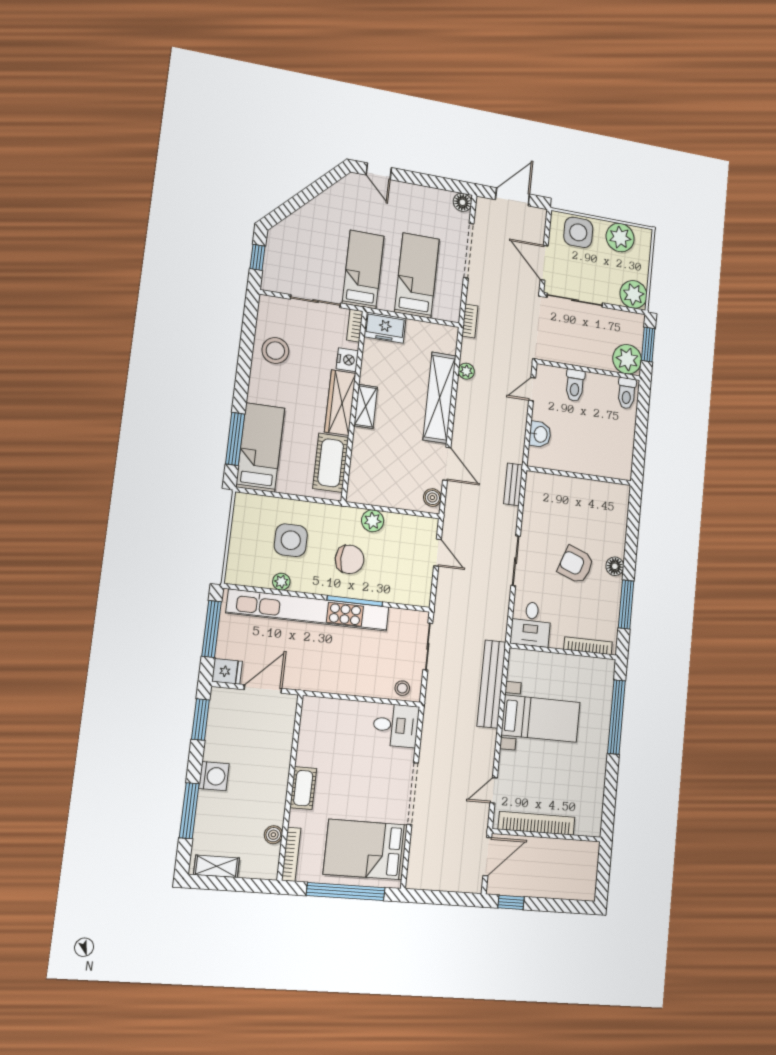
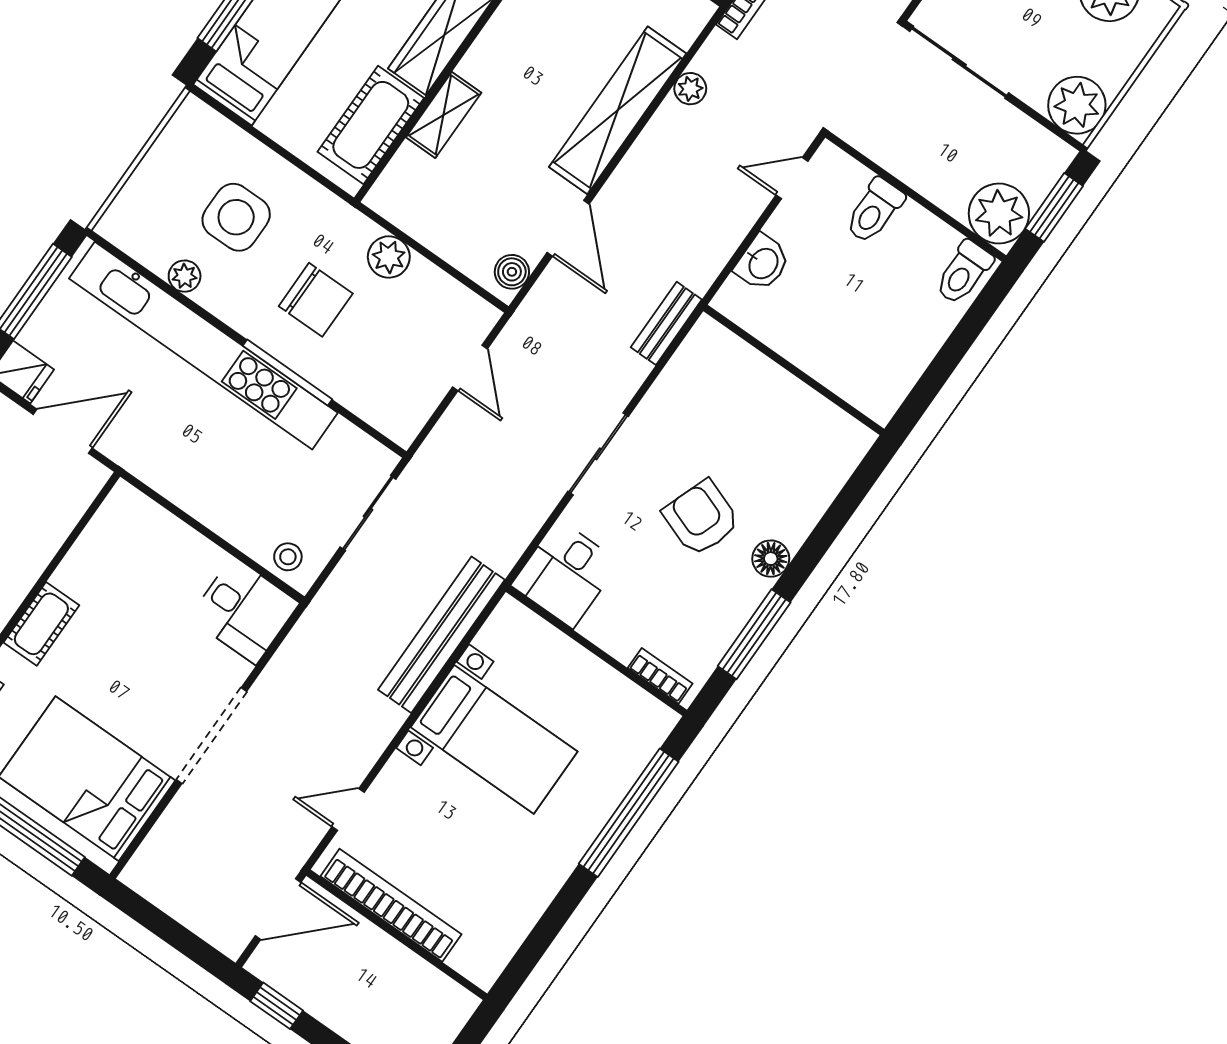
shelving: (366, 406) -> (444, 115), moved
bookcase: (588, 646) -> (660, 676), width x0.64

